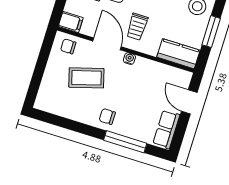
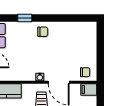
coffee table: (86, 78) -> (66, 54), removed
window: (125, 142) -> (25, 18), width x0.46

